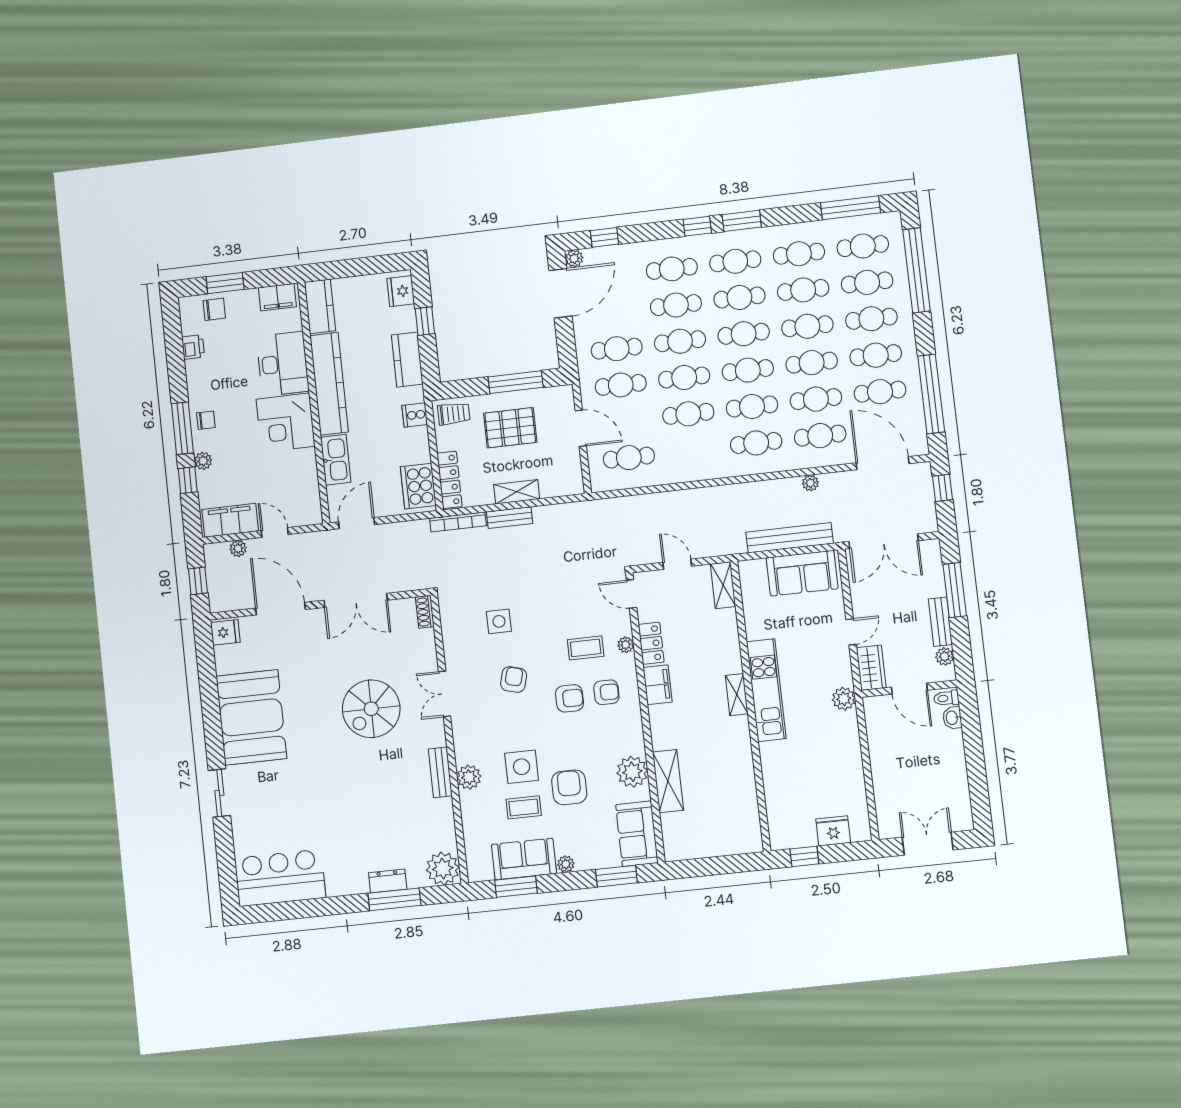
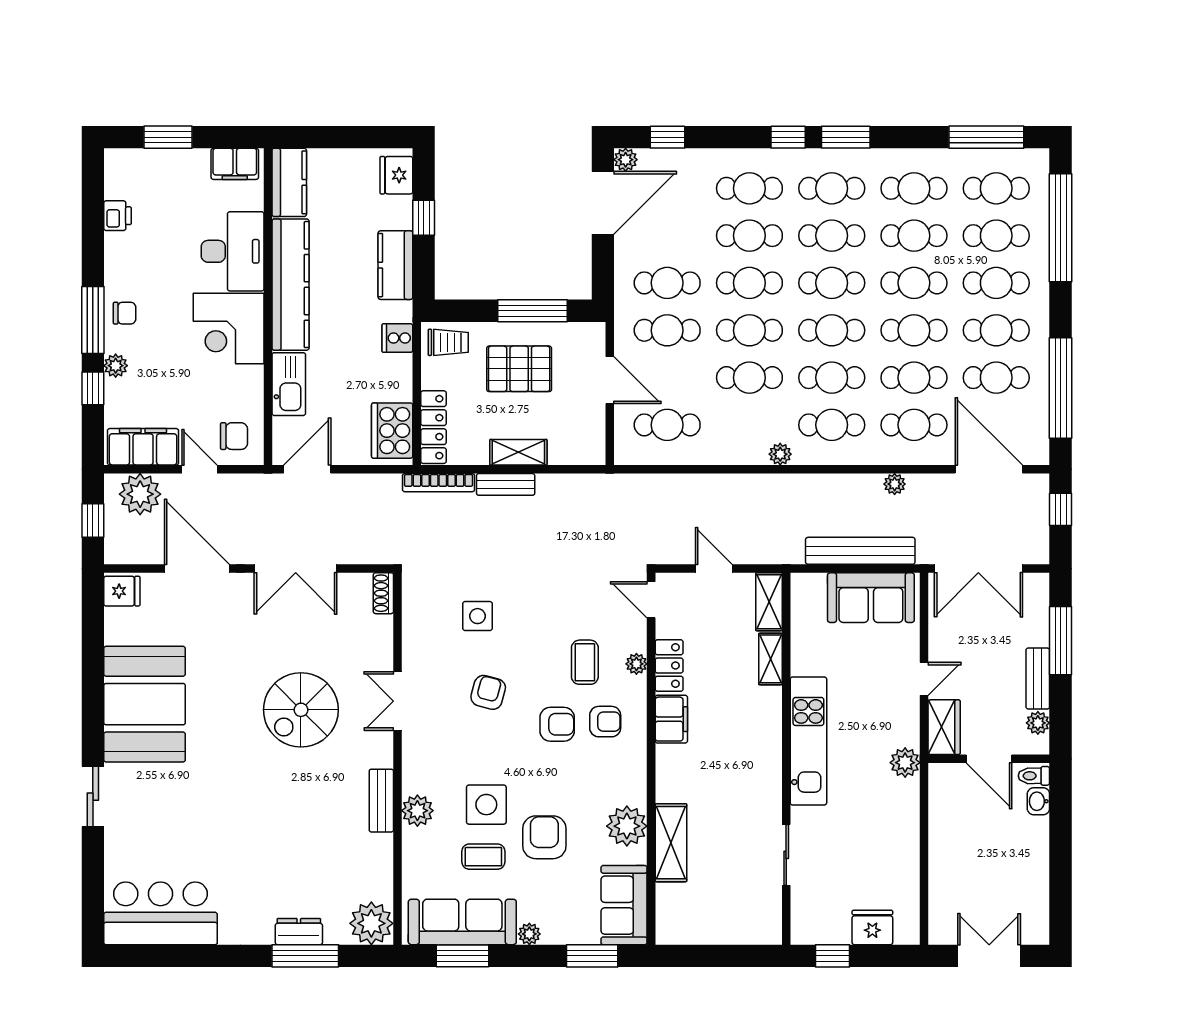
chair: (214, 309) -> (234, 436), moved
plant: (719, 470) -> (780, 454), added
plant: (238, 548) -> (140, 494), width x1.87, depth x1.87
coffee table: (586, 648) -> (585, 662), turned 90
shelving: (737, 695) -> (770, 659), moved
sliding door: (759, 781) -> (786, 855), added
sofa: (524, 859) -> (462, 922), width x1.36

